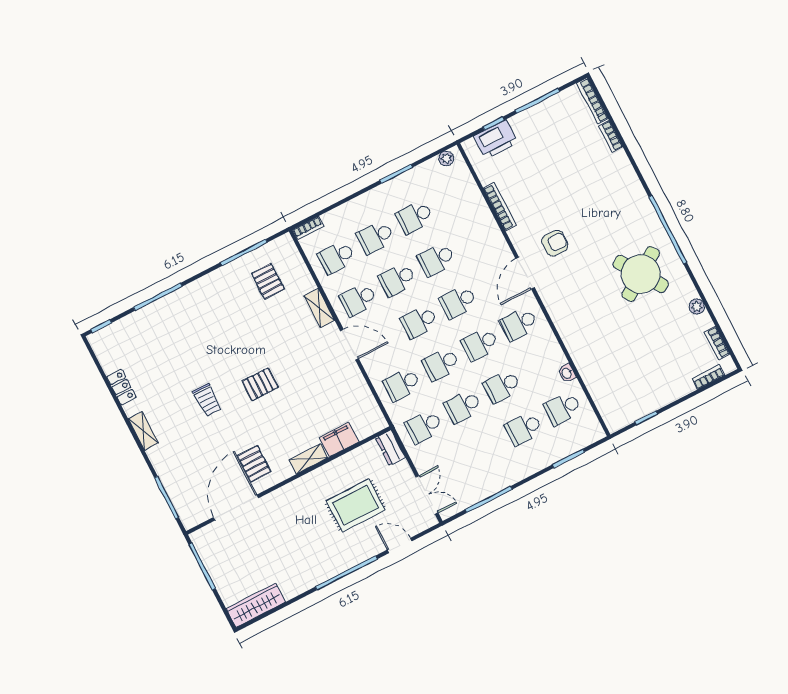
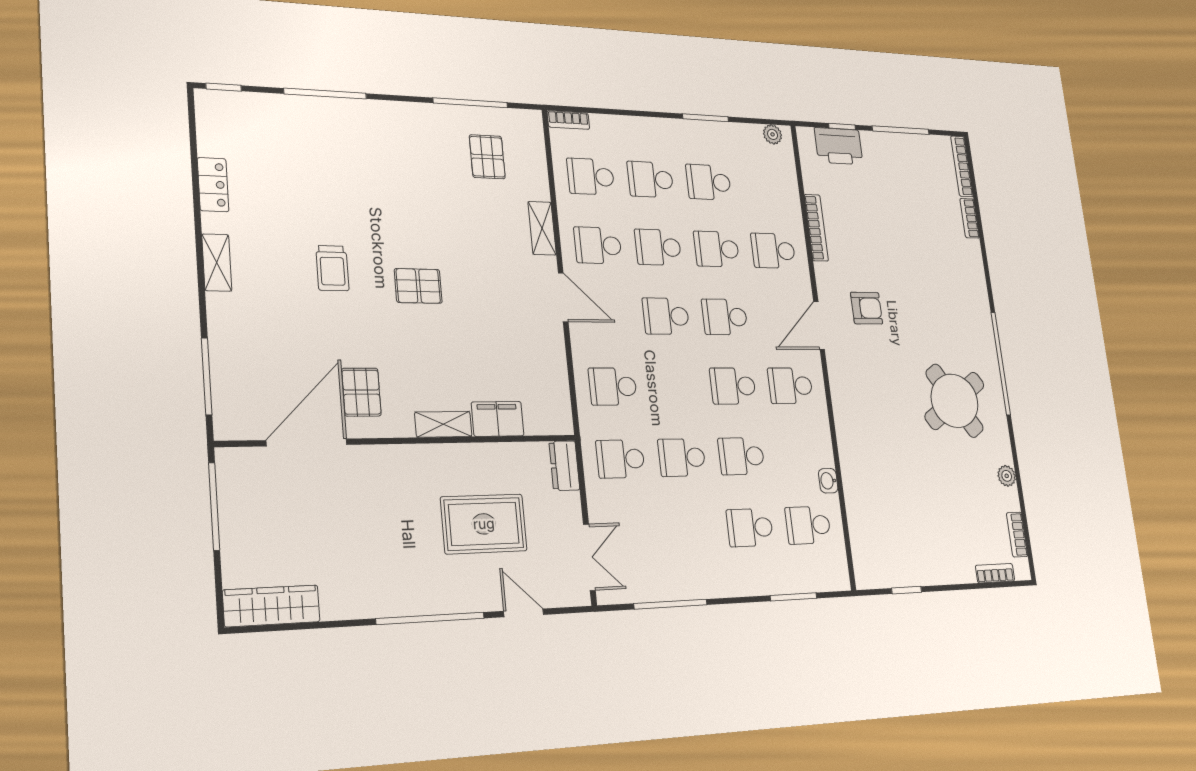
school desk: (441, 364) -> (773, 251), moved

